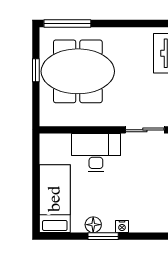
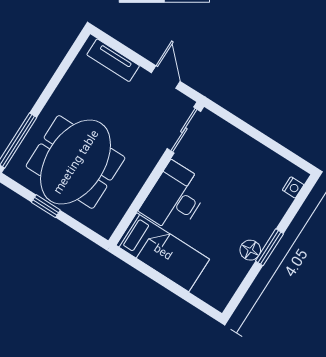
bed: (55, 199) -> (163, 252), moved, turned 180
nightstand: (122, 227) -> (293, 187), moved

